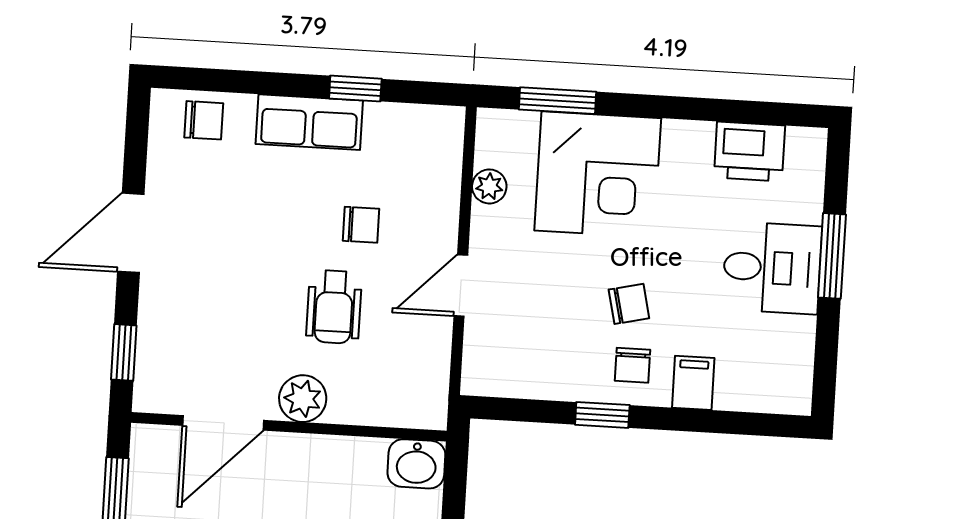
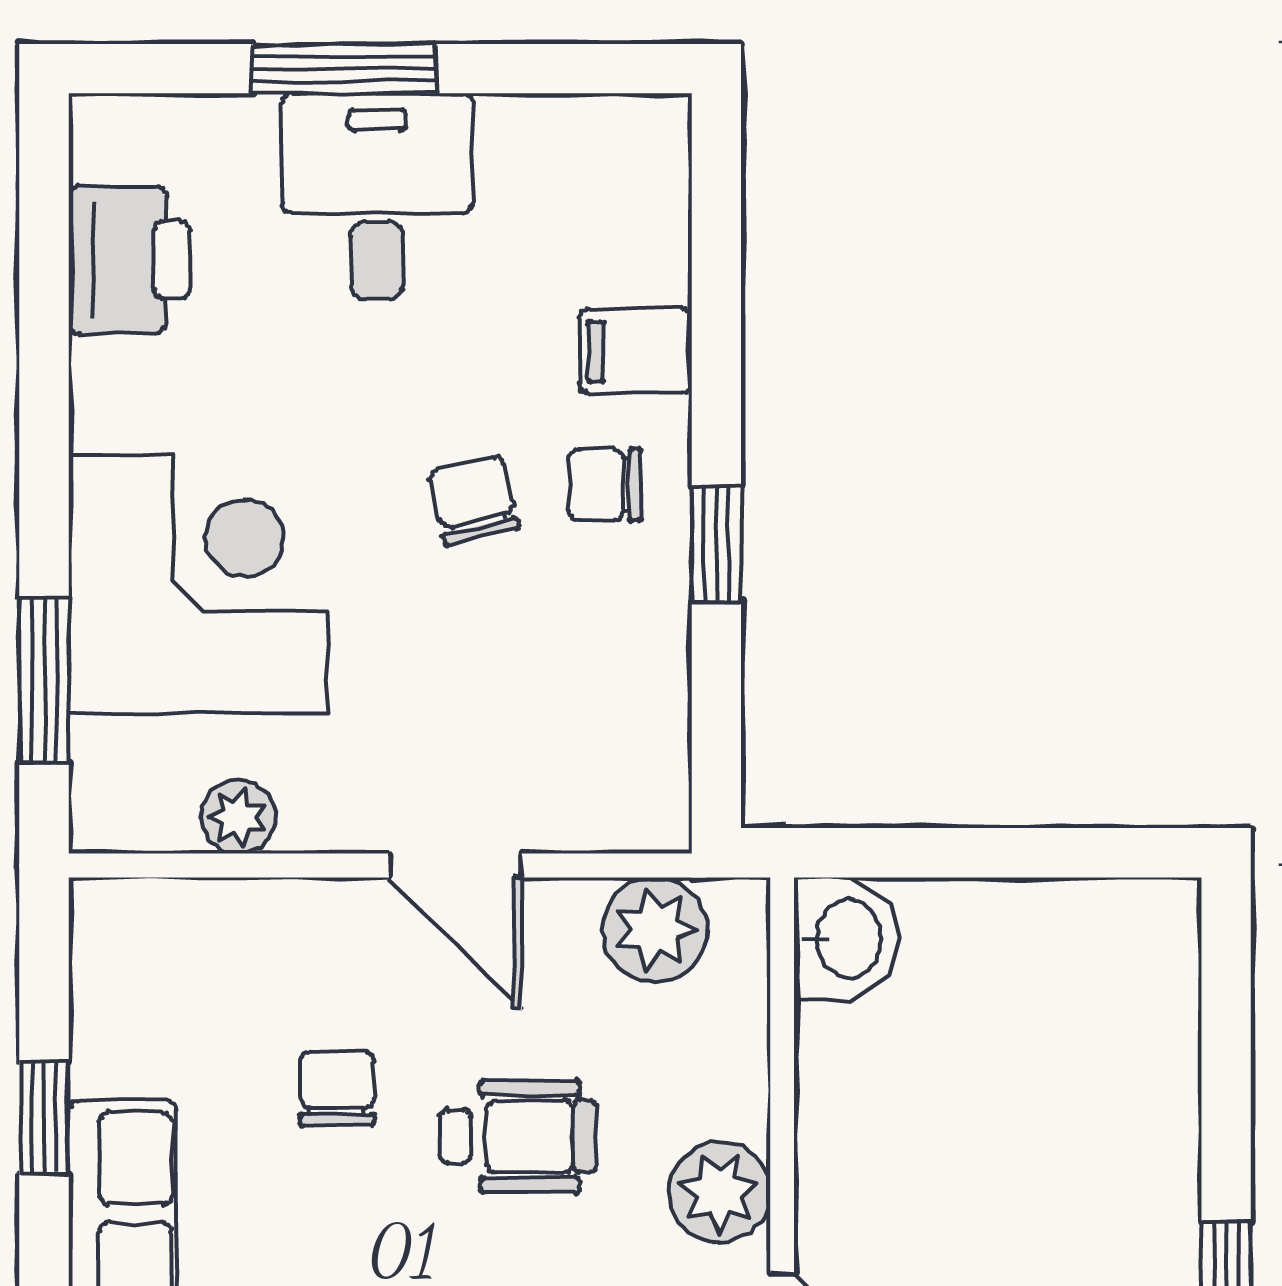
chair: (632, 365) -> (605, 485), turned 180
plant: (426, 376) -> (655, 930), added

